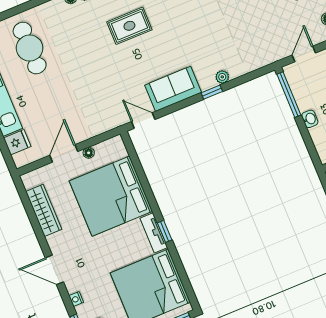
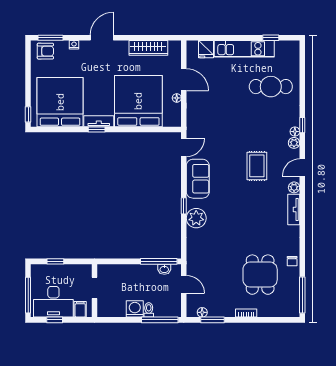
plant: (222, 77) -> (196, 218), width x1.88, depth x1.88
washbasin: (310, 119) -> (164, 269), moved

